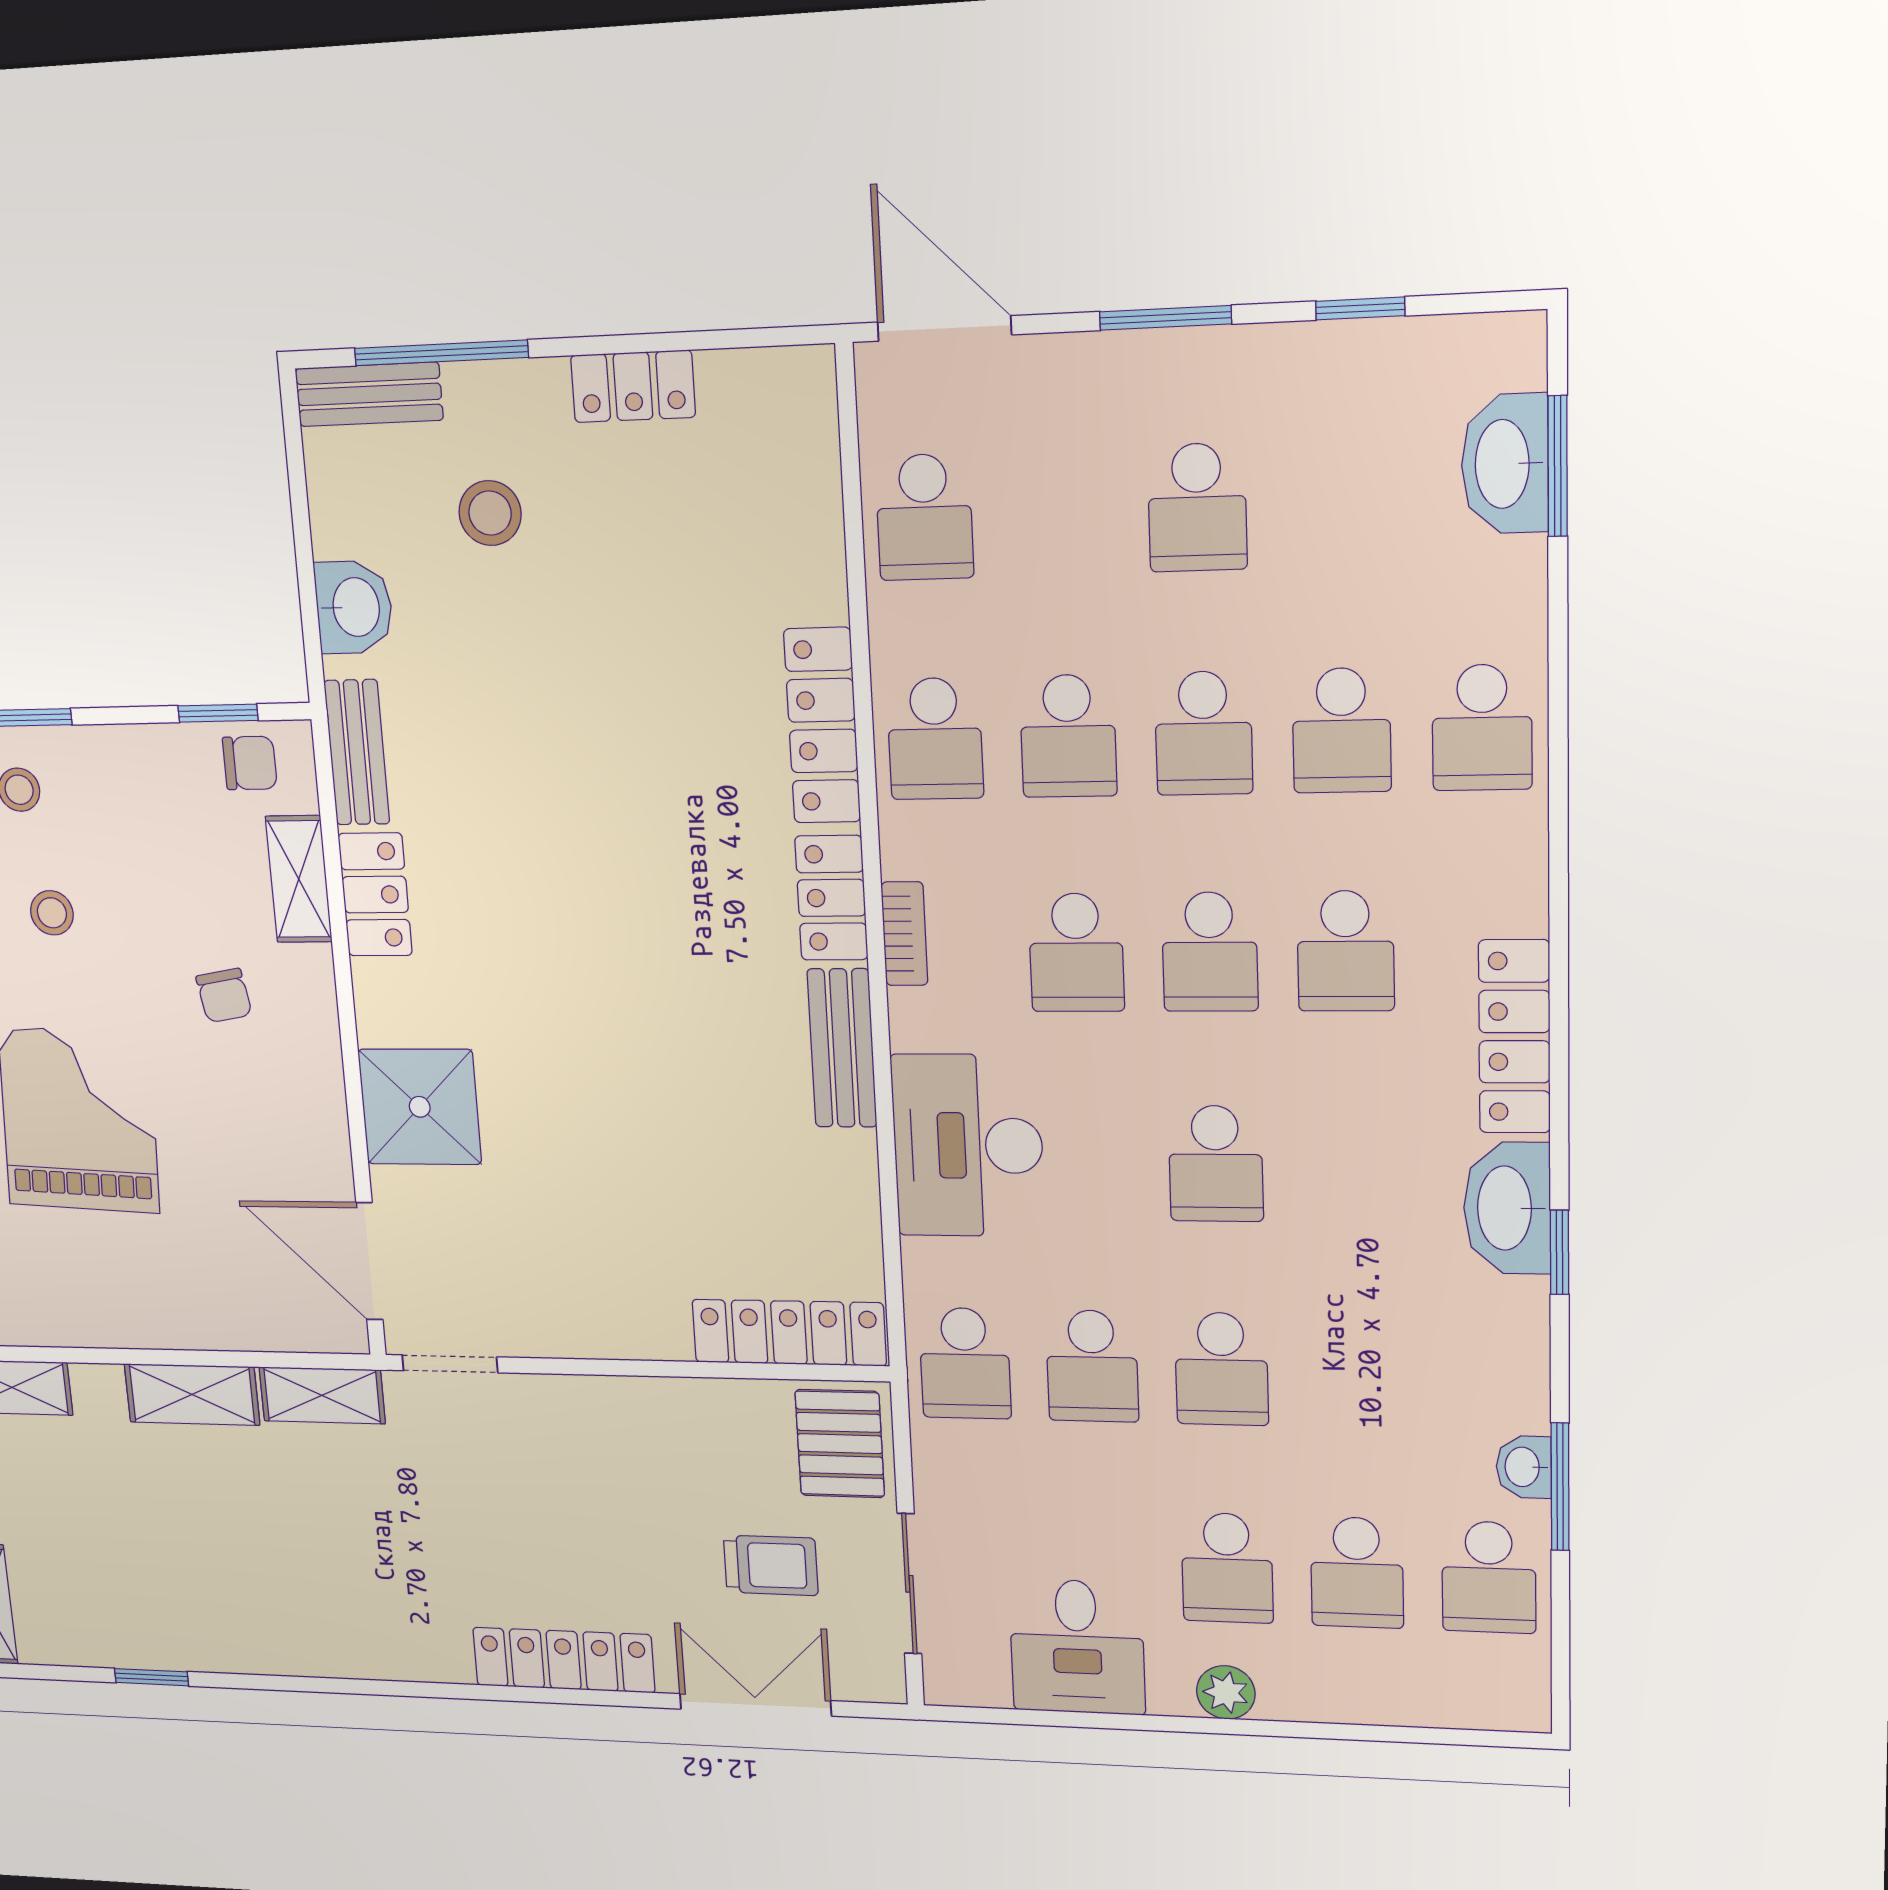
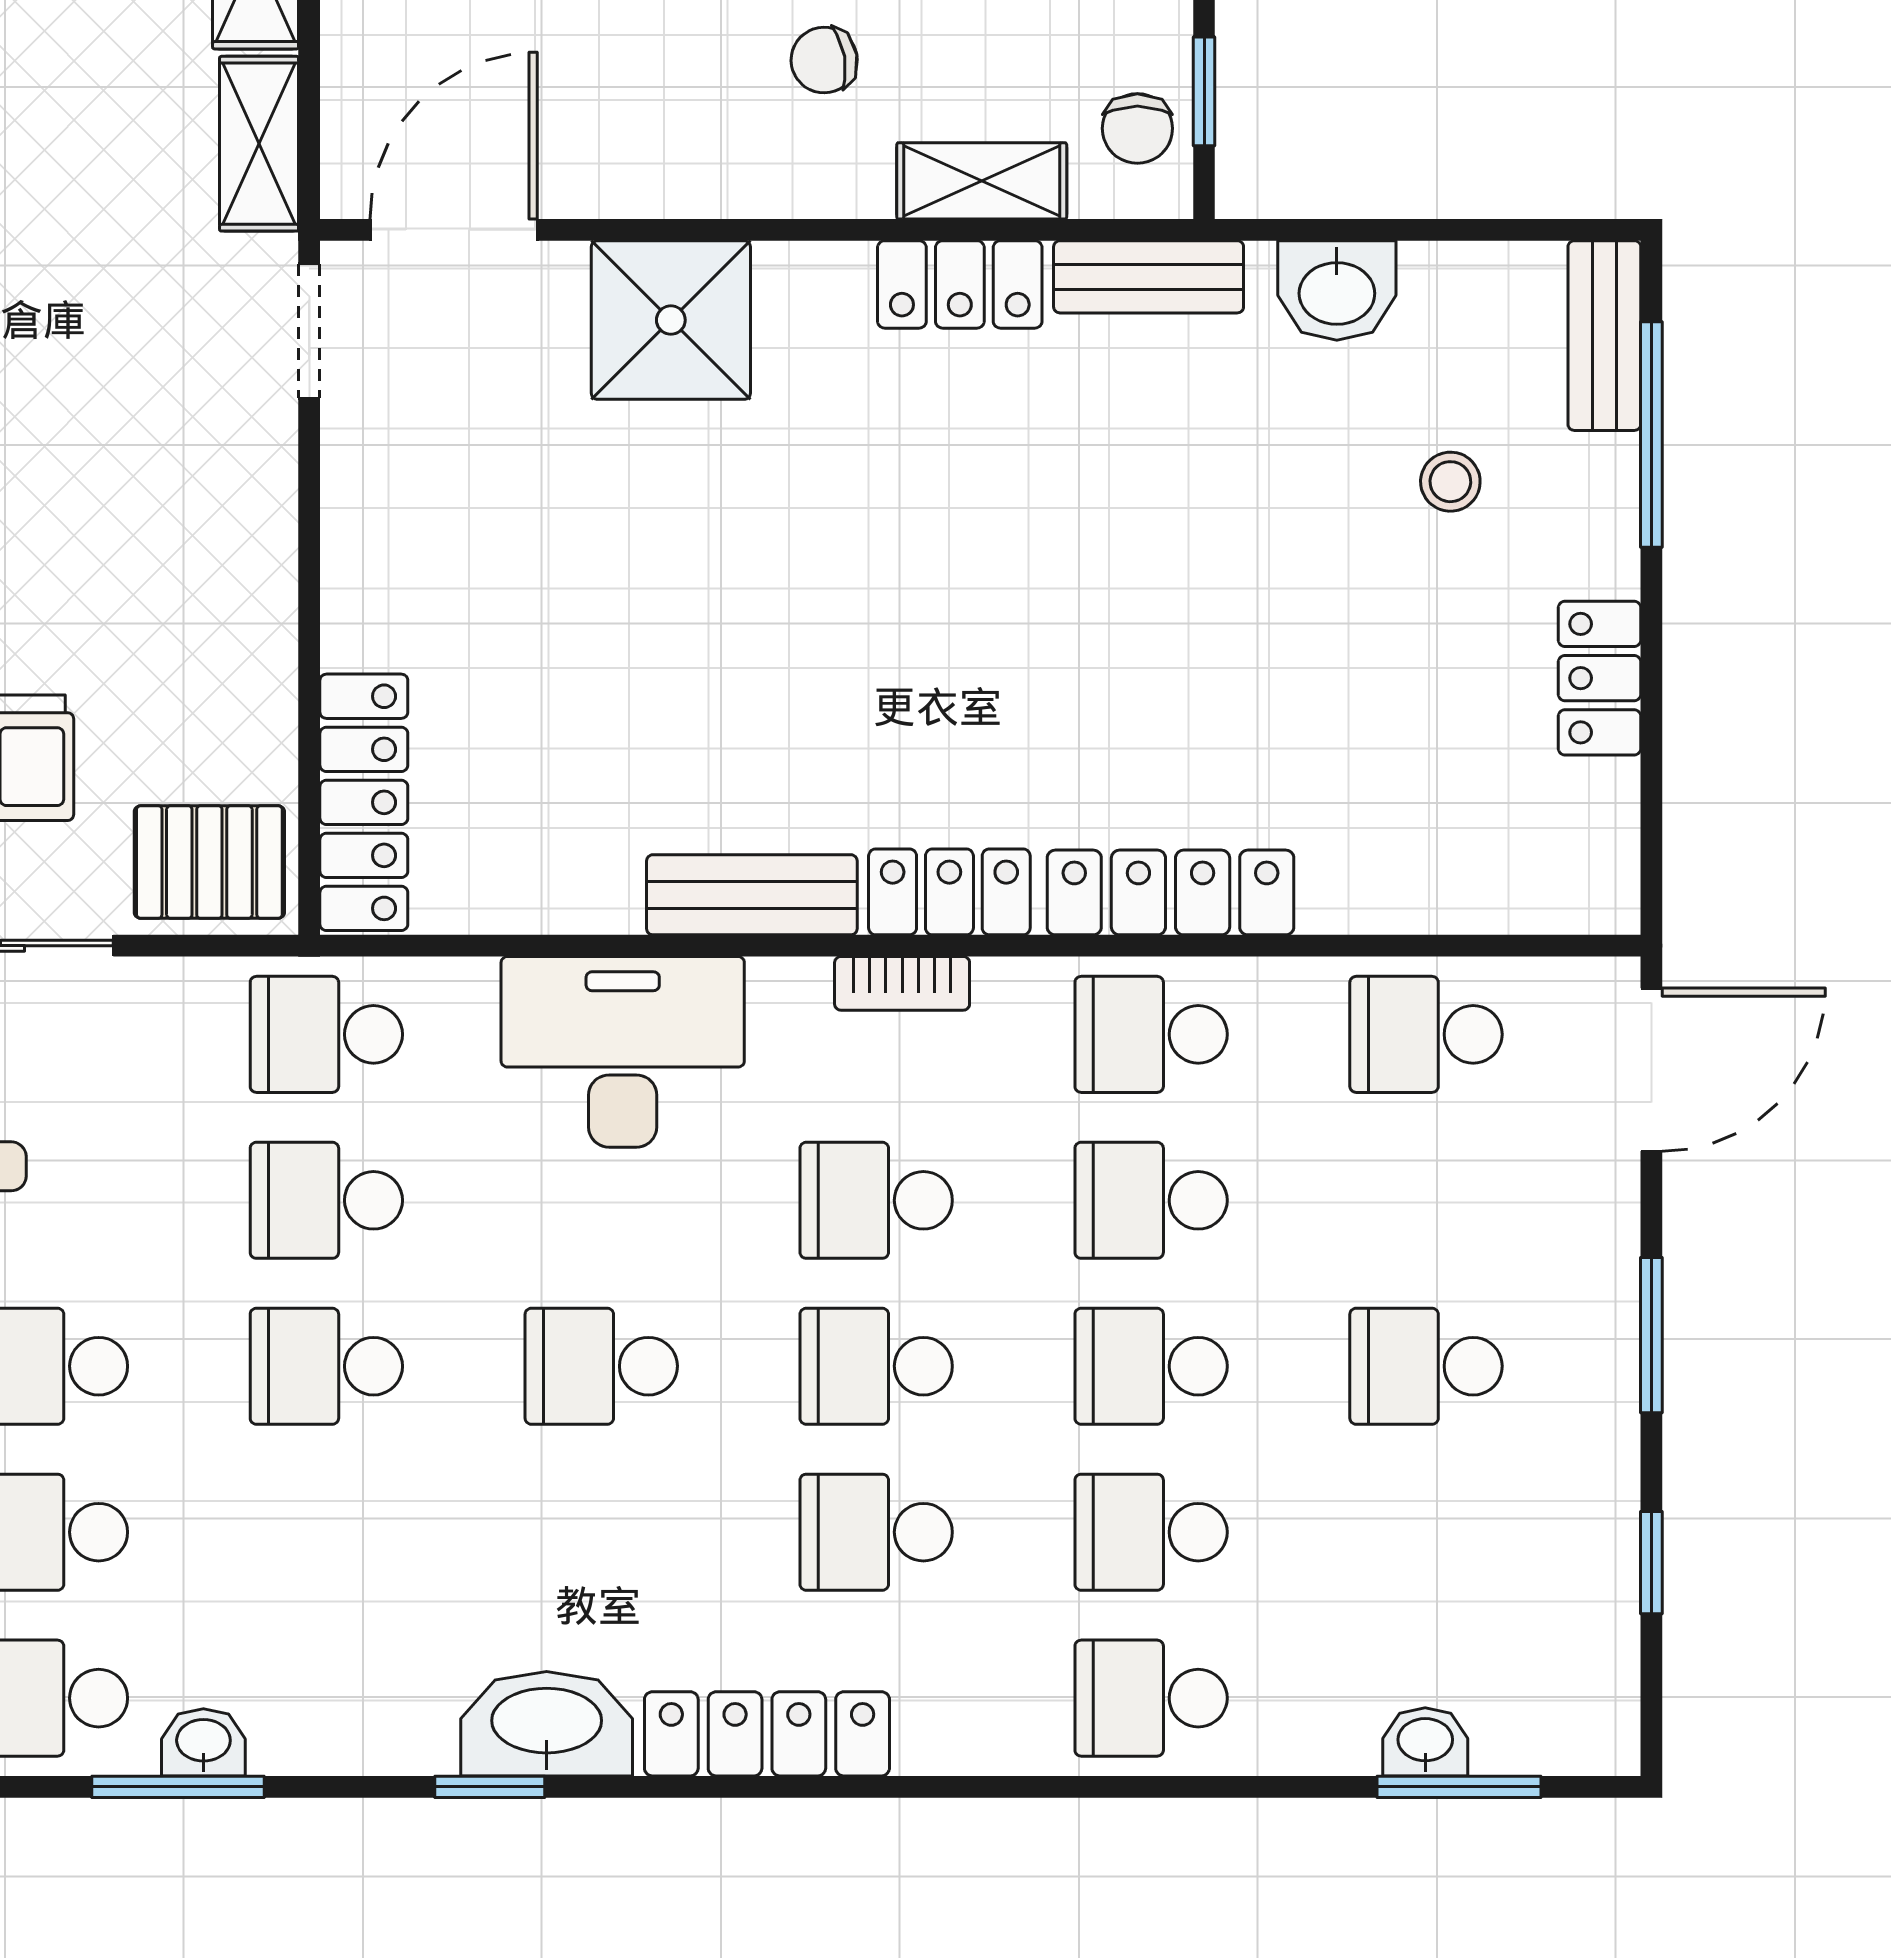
washbasin: (1505, 464) -> (1425, 1742), width x0.52, depth x0.69
stool: (490, 513) -> (1450, 482), width x0.73, depth x0.73

